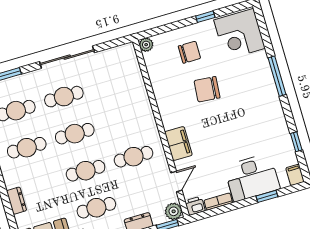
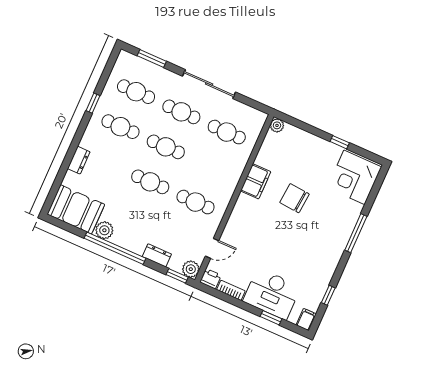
chair: (189, 52) -> (305, 159), removed
filing cabinet: (178, 144) -> (256, 181), moved
cafe table: (96, 208) -> (227, 132), moved

